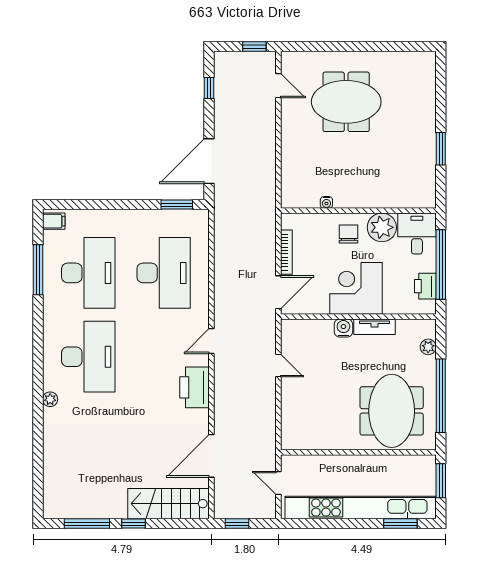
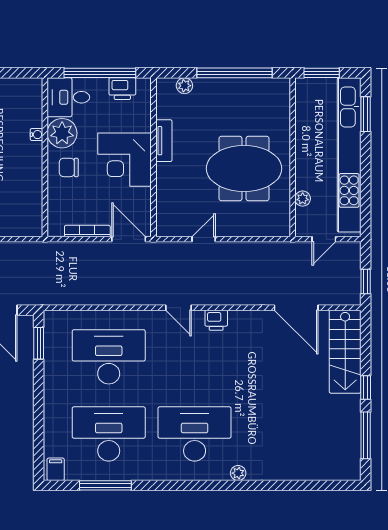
water cooler: (326, 202) -> (37, 135), moved
water cooler: (343, 328) -> (165, 173), removed
printer: (195, 387) -> (216, 320), width x0.53, depth x0.68
meeting table: (392, 411) -> (244, 168), moved
plant: (318, 462) -> (303, 199), added

